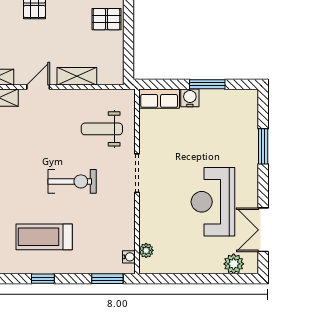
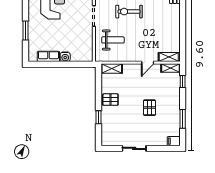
shelving: (77, 76) -> (112, 69), moved
window: (207, 84) -> (56, 64), removed
row of seats: (159, 99) -> (48, 56), moved

